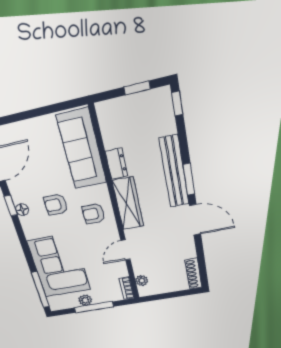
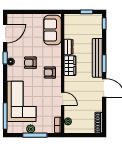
sofa: (82, 149) -> (52, 30), width x0.73
wardrobe: (128, 204) -> (70, 66), width x0.67
door: (125, 250) -> (63, 99), swing flipped

